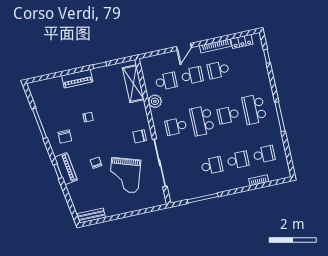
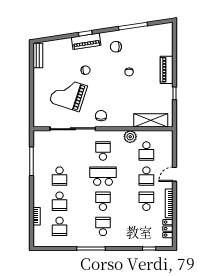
door: (184, 47) -> (174, 174), hinge flipped
school desk: (254, 109) -> (103, 226), width x0.54

